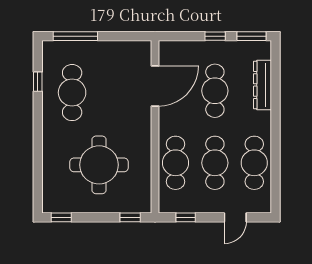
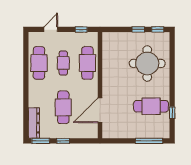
dresser: (263, 85) -> (34, 123), moved
cafe table: (72, 93) -> (151, 106), turned 90
cafe table: (215, 163) -> (63, 63), width x0.73, depth x0.74
round table: (99, 165) -> (147, 63), moved
window: (130, 217) -> (138, 29), moved

